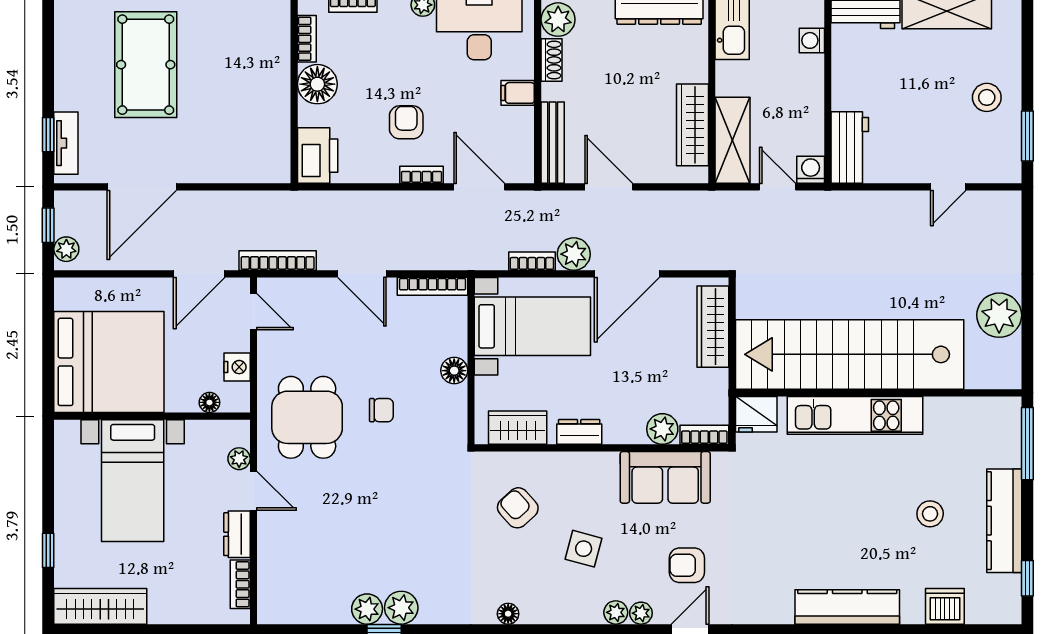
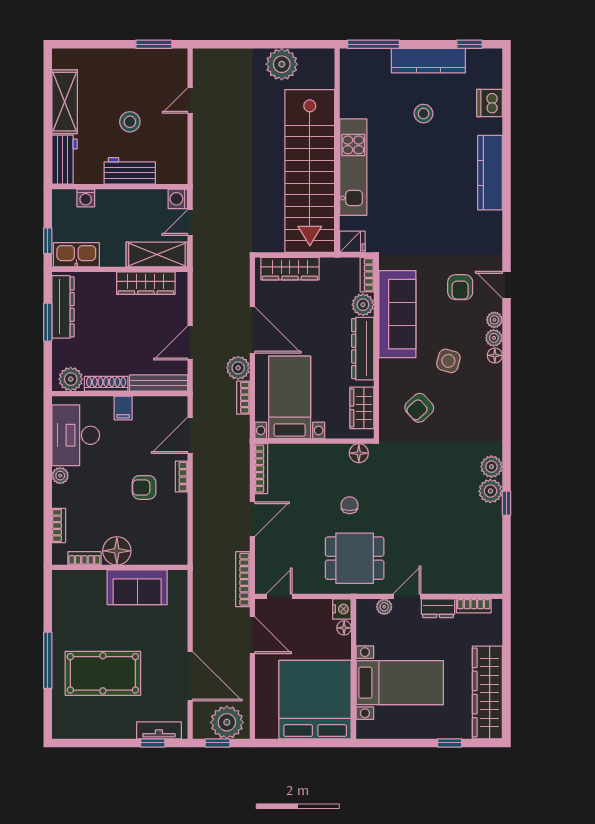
shoe rack: (552, 60) -> (106, 384), width x1.43
stool: (987, 97) -> (130, 122), moved
sofa: (266, 113) -> (137, 587), added
workbench: (850, 148) -> (130, 171), moved
printer: (318, 156) -> (168, 551), removed
door: (948, 187) -> (190, 101), swing flipped
plant: (66, 249) -> (227, 722), width x1.88, depth x1.88
nightstand: (237, 367) -> (342, 609), moved, turned 90
floor lamp: (454, 371) -> (359, 453), moved
fridge: (756, 414) -> (352, 242), width x0.72
dresser: (579, 432) -> (363, 349), width x1.96, depth x1.24
sofa: (665, 477) -> (397, 314), width x1.36
wardrobe: (100, 606) -> (487, 693), width x1.40, depth x1.17
plant: (367, 609) -> (491, 467), moved
floor lamp: (508, 614) -> (495, 355), moved

